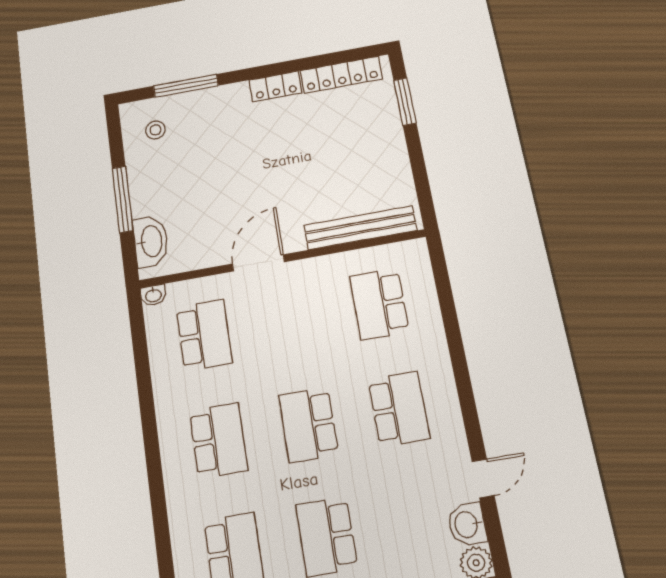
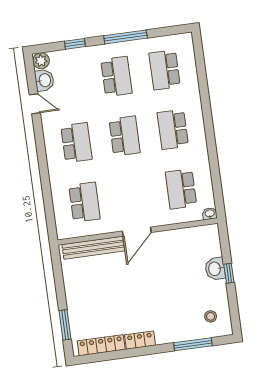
window: (123, 199) -> (229, 273), width x0.46
washbasin: (151, 241) -> (215, 269), moved, width x0.72
door: (258, 263) -> (137, 232), moved
school desk: (399, 409) -> (76, 143), turned 180
door: (483, 478) -> (35, 104), swing flipped

